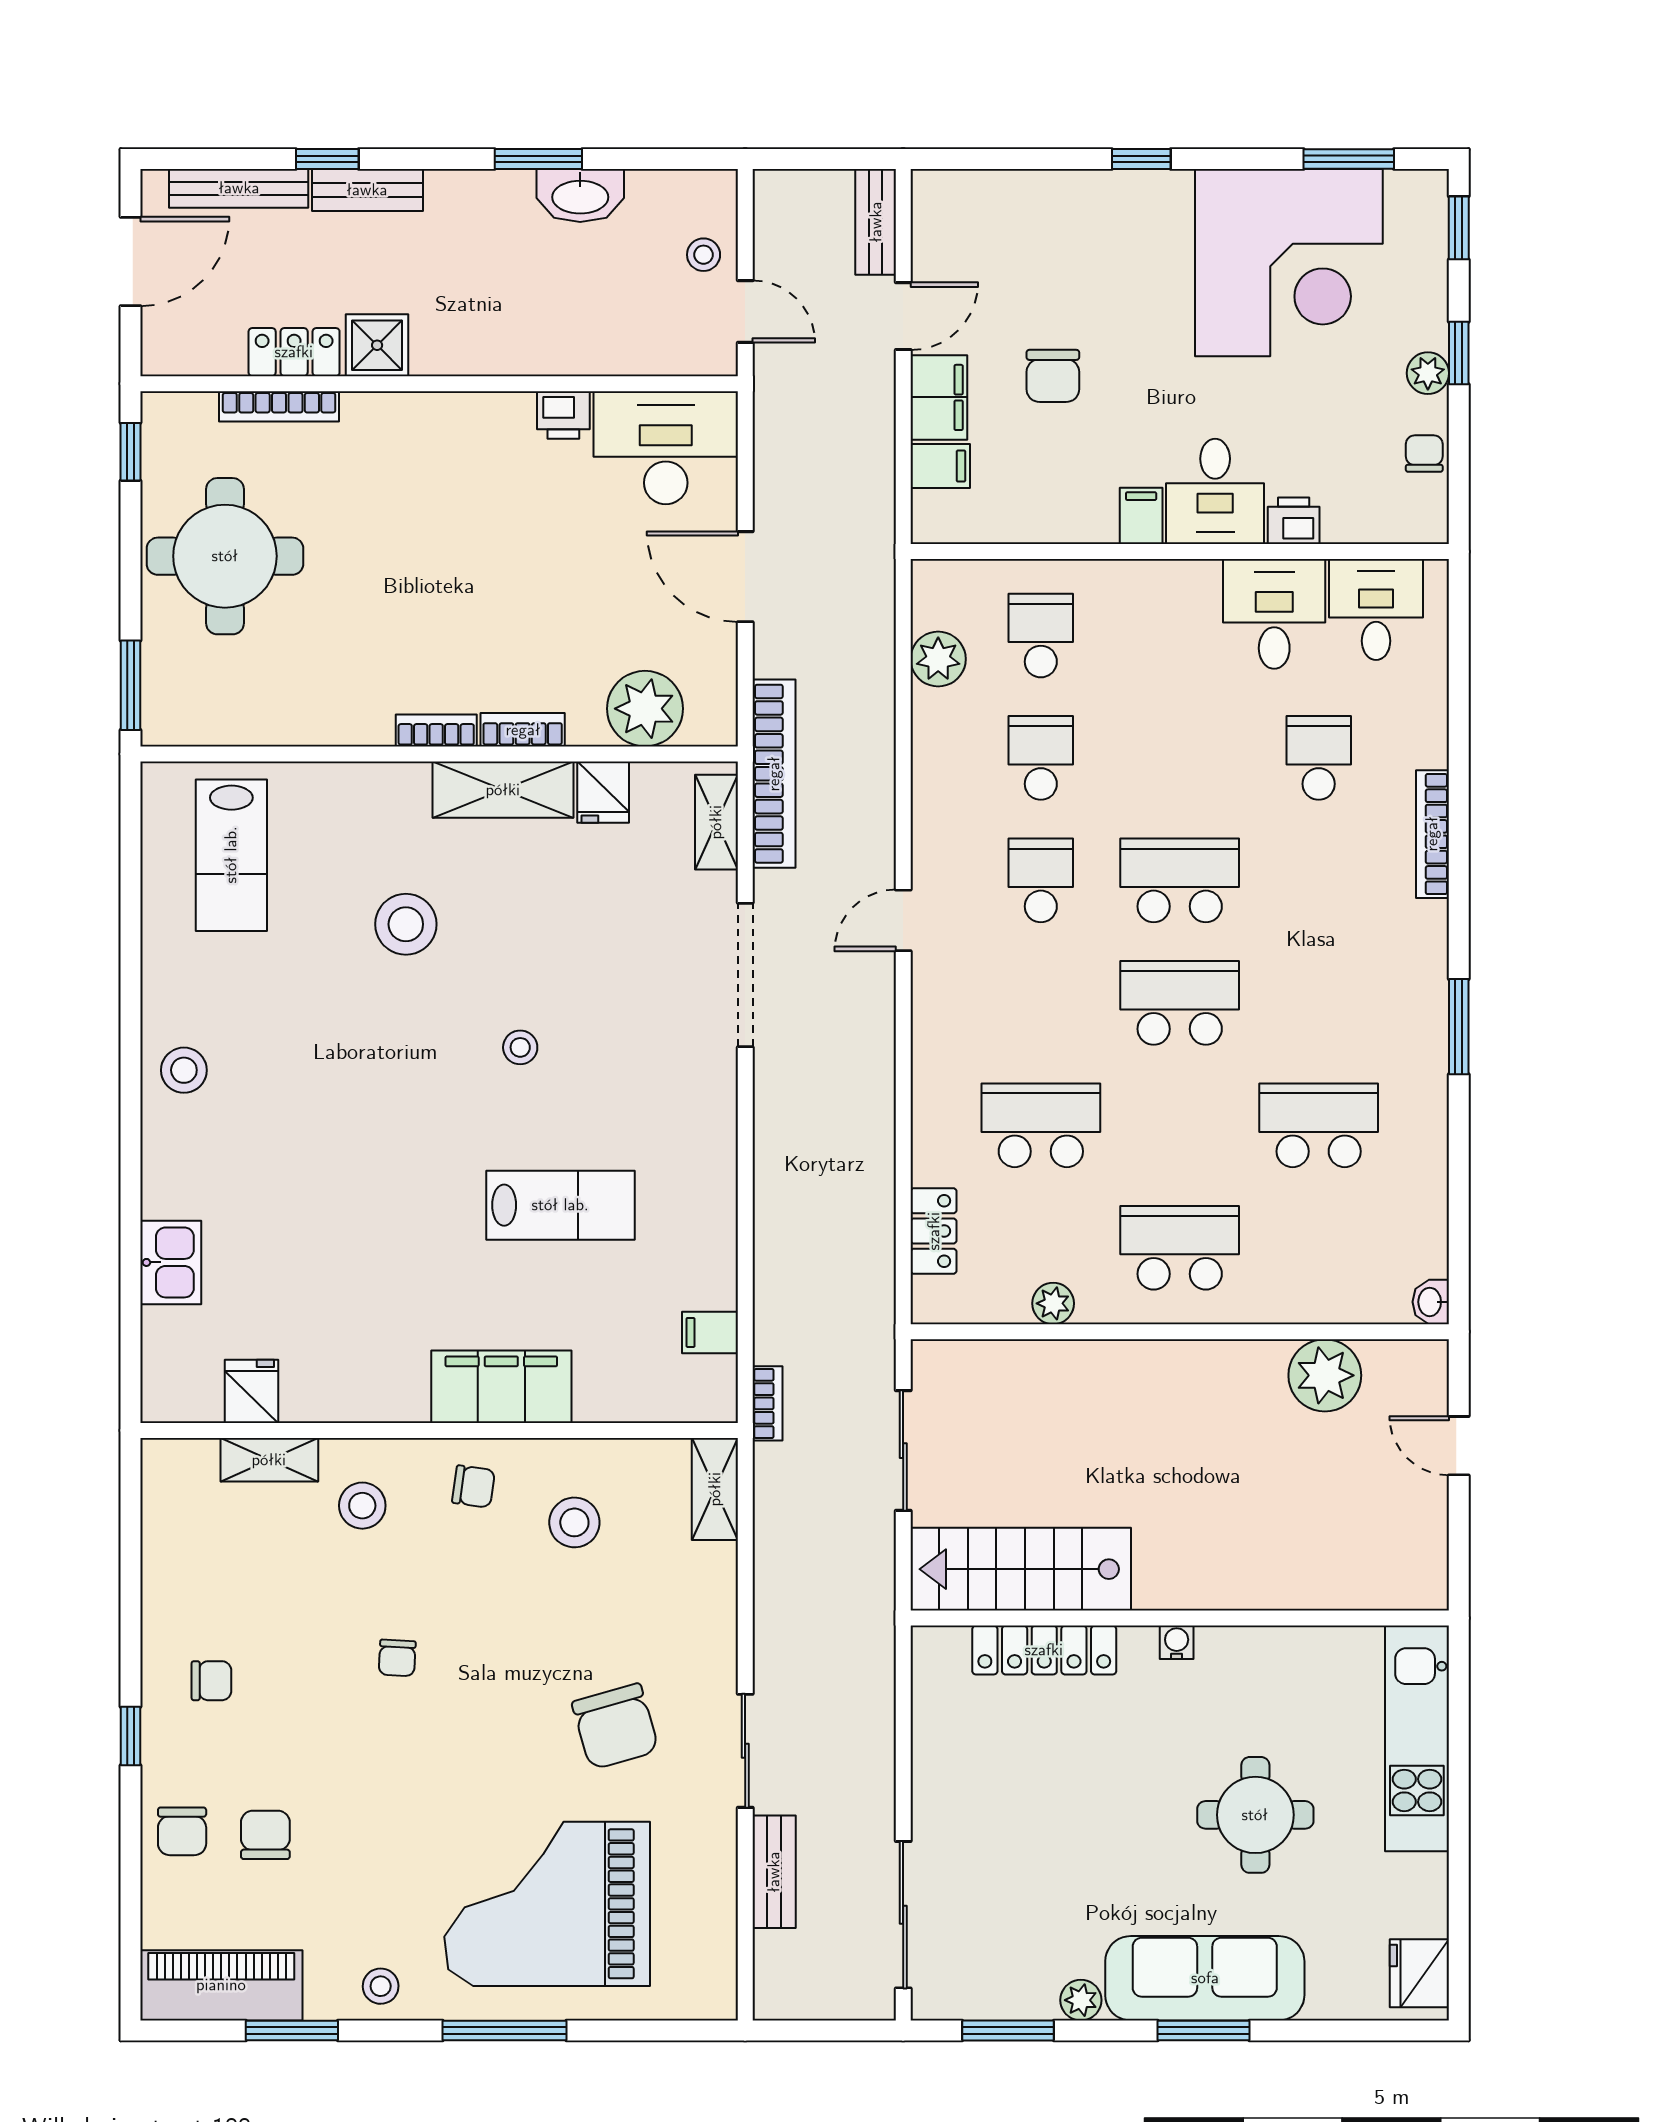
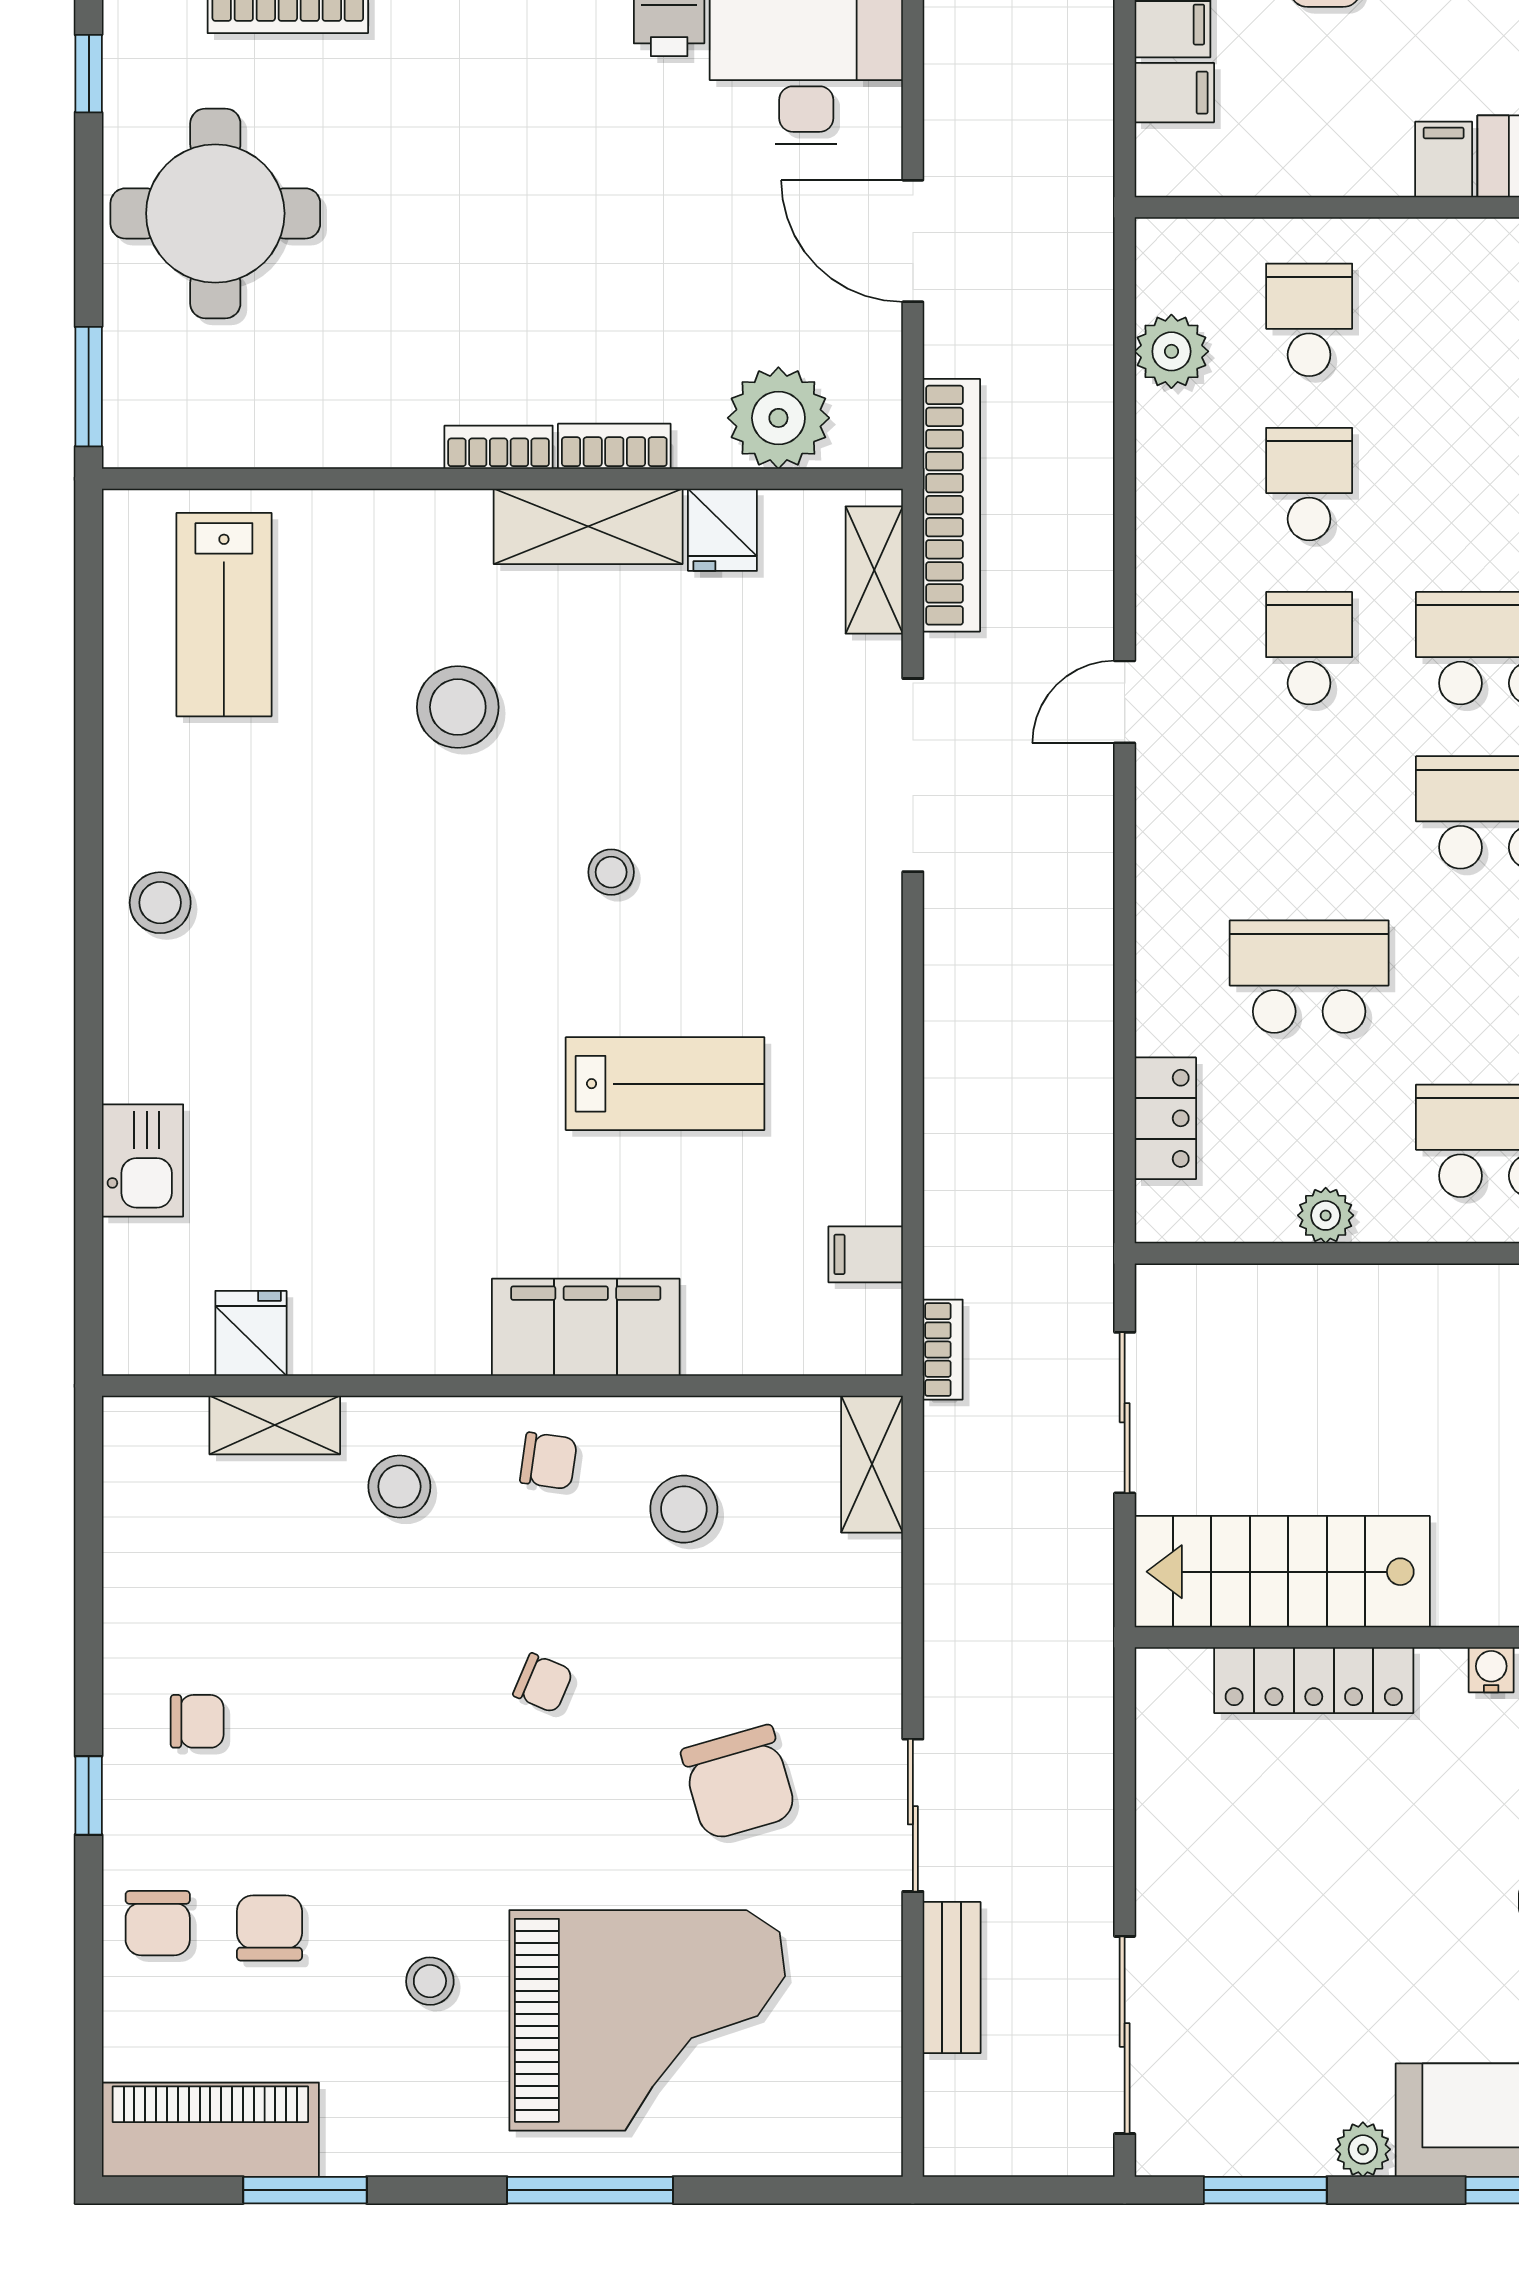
chair: (397, 1658) -> (543, 1683), moved, turned -70
grand piano: (547, 1904) -> (647, 2020), turned 180
stool: (381, 1986) -> (430, 1981), moved

